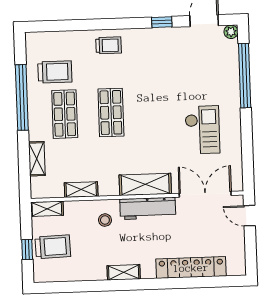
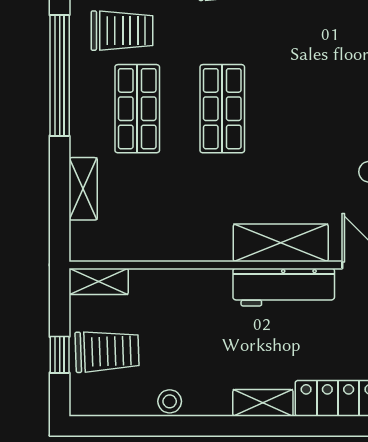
shelving: (81, 190) -> (163, 248), removed
stool: (105, 220) -> (170, 401), moved
shelving: (124, 272) -> (263, 403), moved

